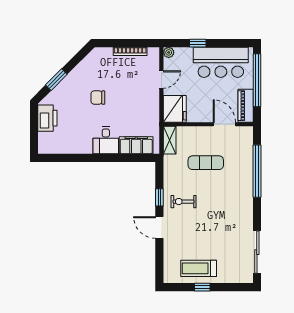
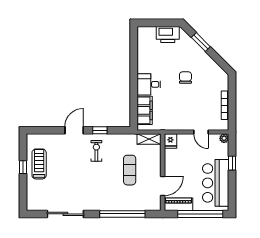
fridge: (175, 109) -> (170, 141), width x0.53, depth x0.75
sliding door: (257, 252) -> (65, 214), moved

